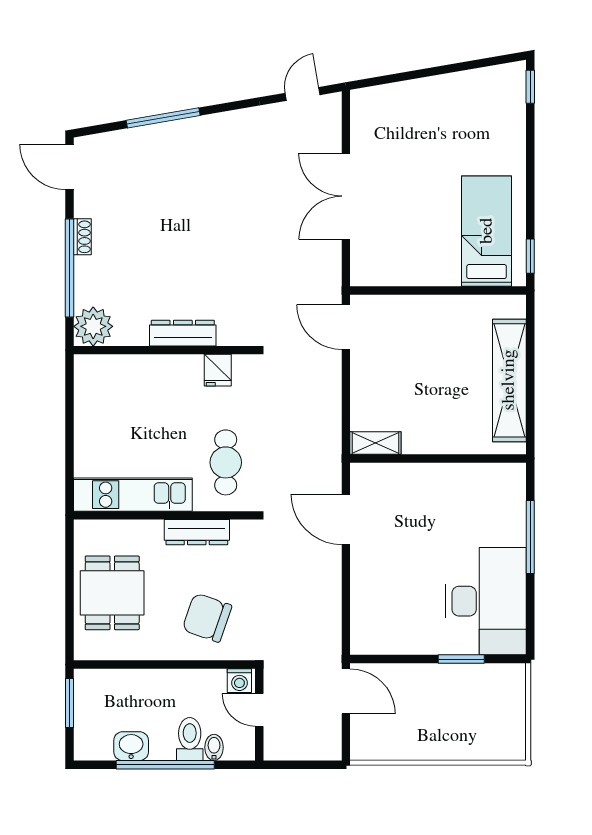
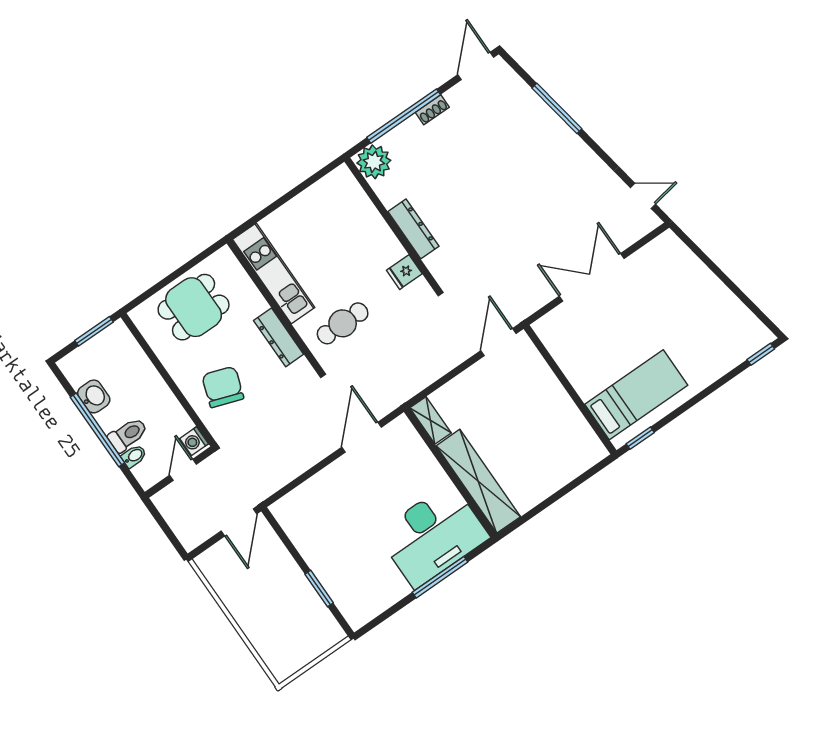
shelving: (509, 380) -> (478, 481), moved, turned 90
desk: (486, 601) -> (433, 535), moved

